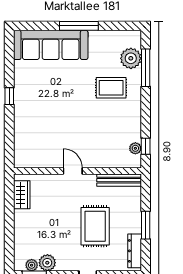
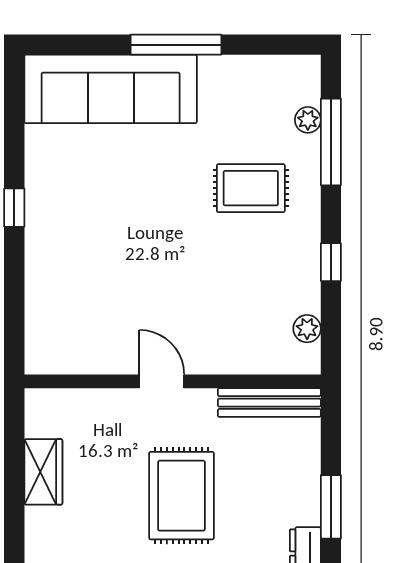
plant: (131, 58) -> (308, 120), width x0.53, depth x0.53
window: (146, 146) -> (331, 262), moved
wardrobe: (22, 195) -> (43, 472), moved
rug: (95, 226) -> (182, 496), moved

